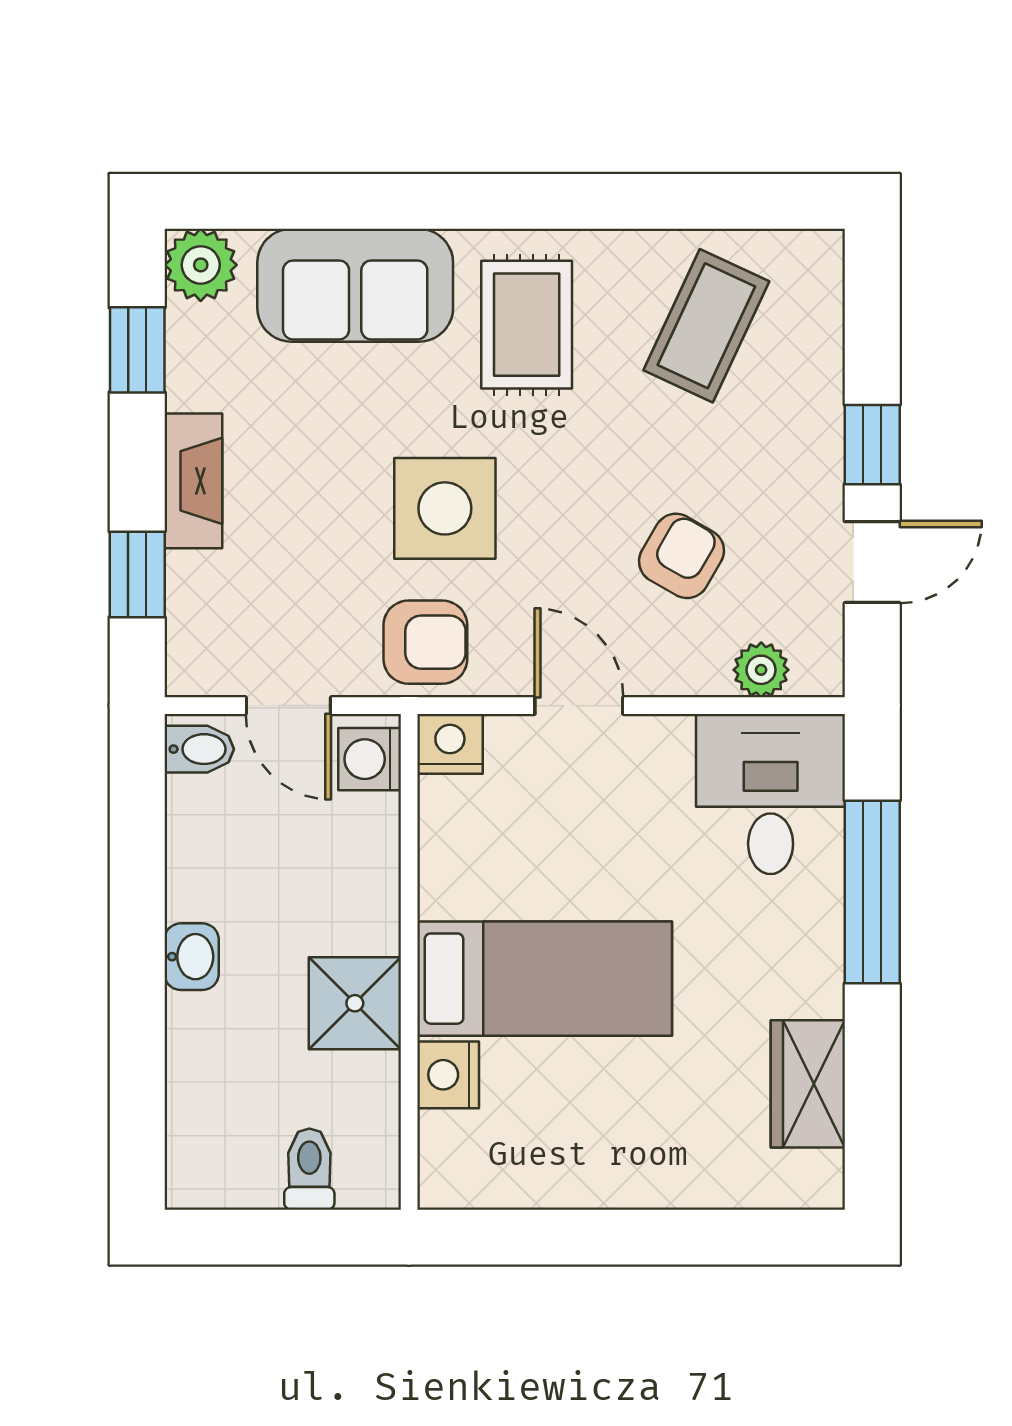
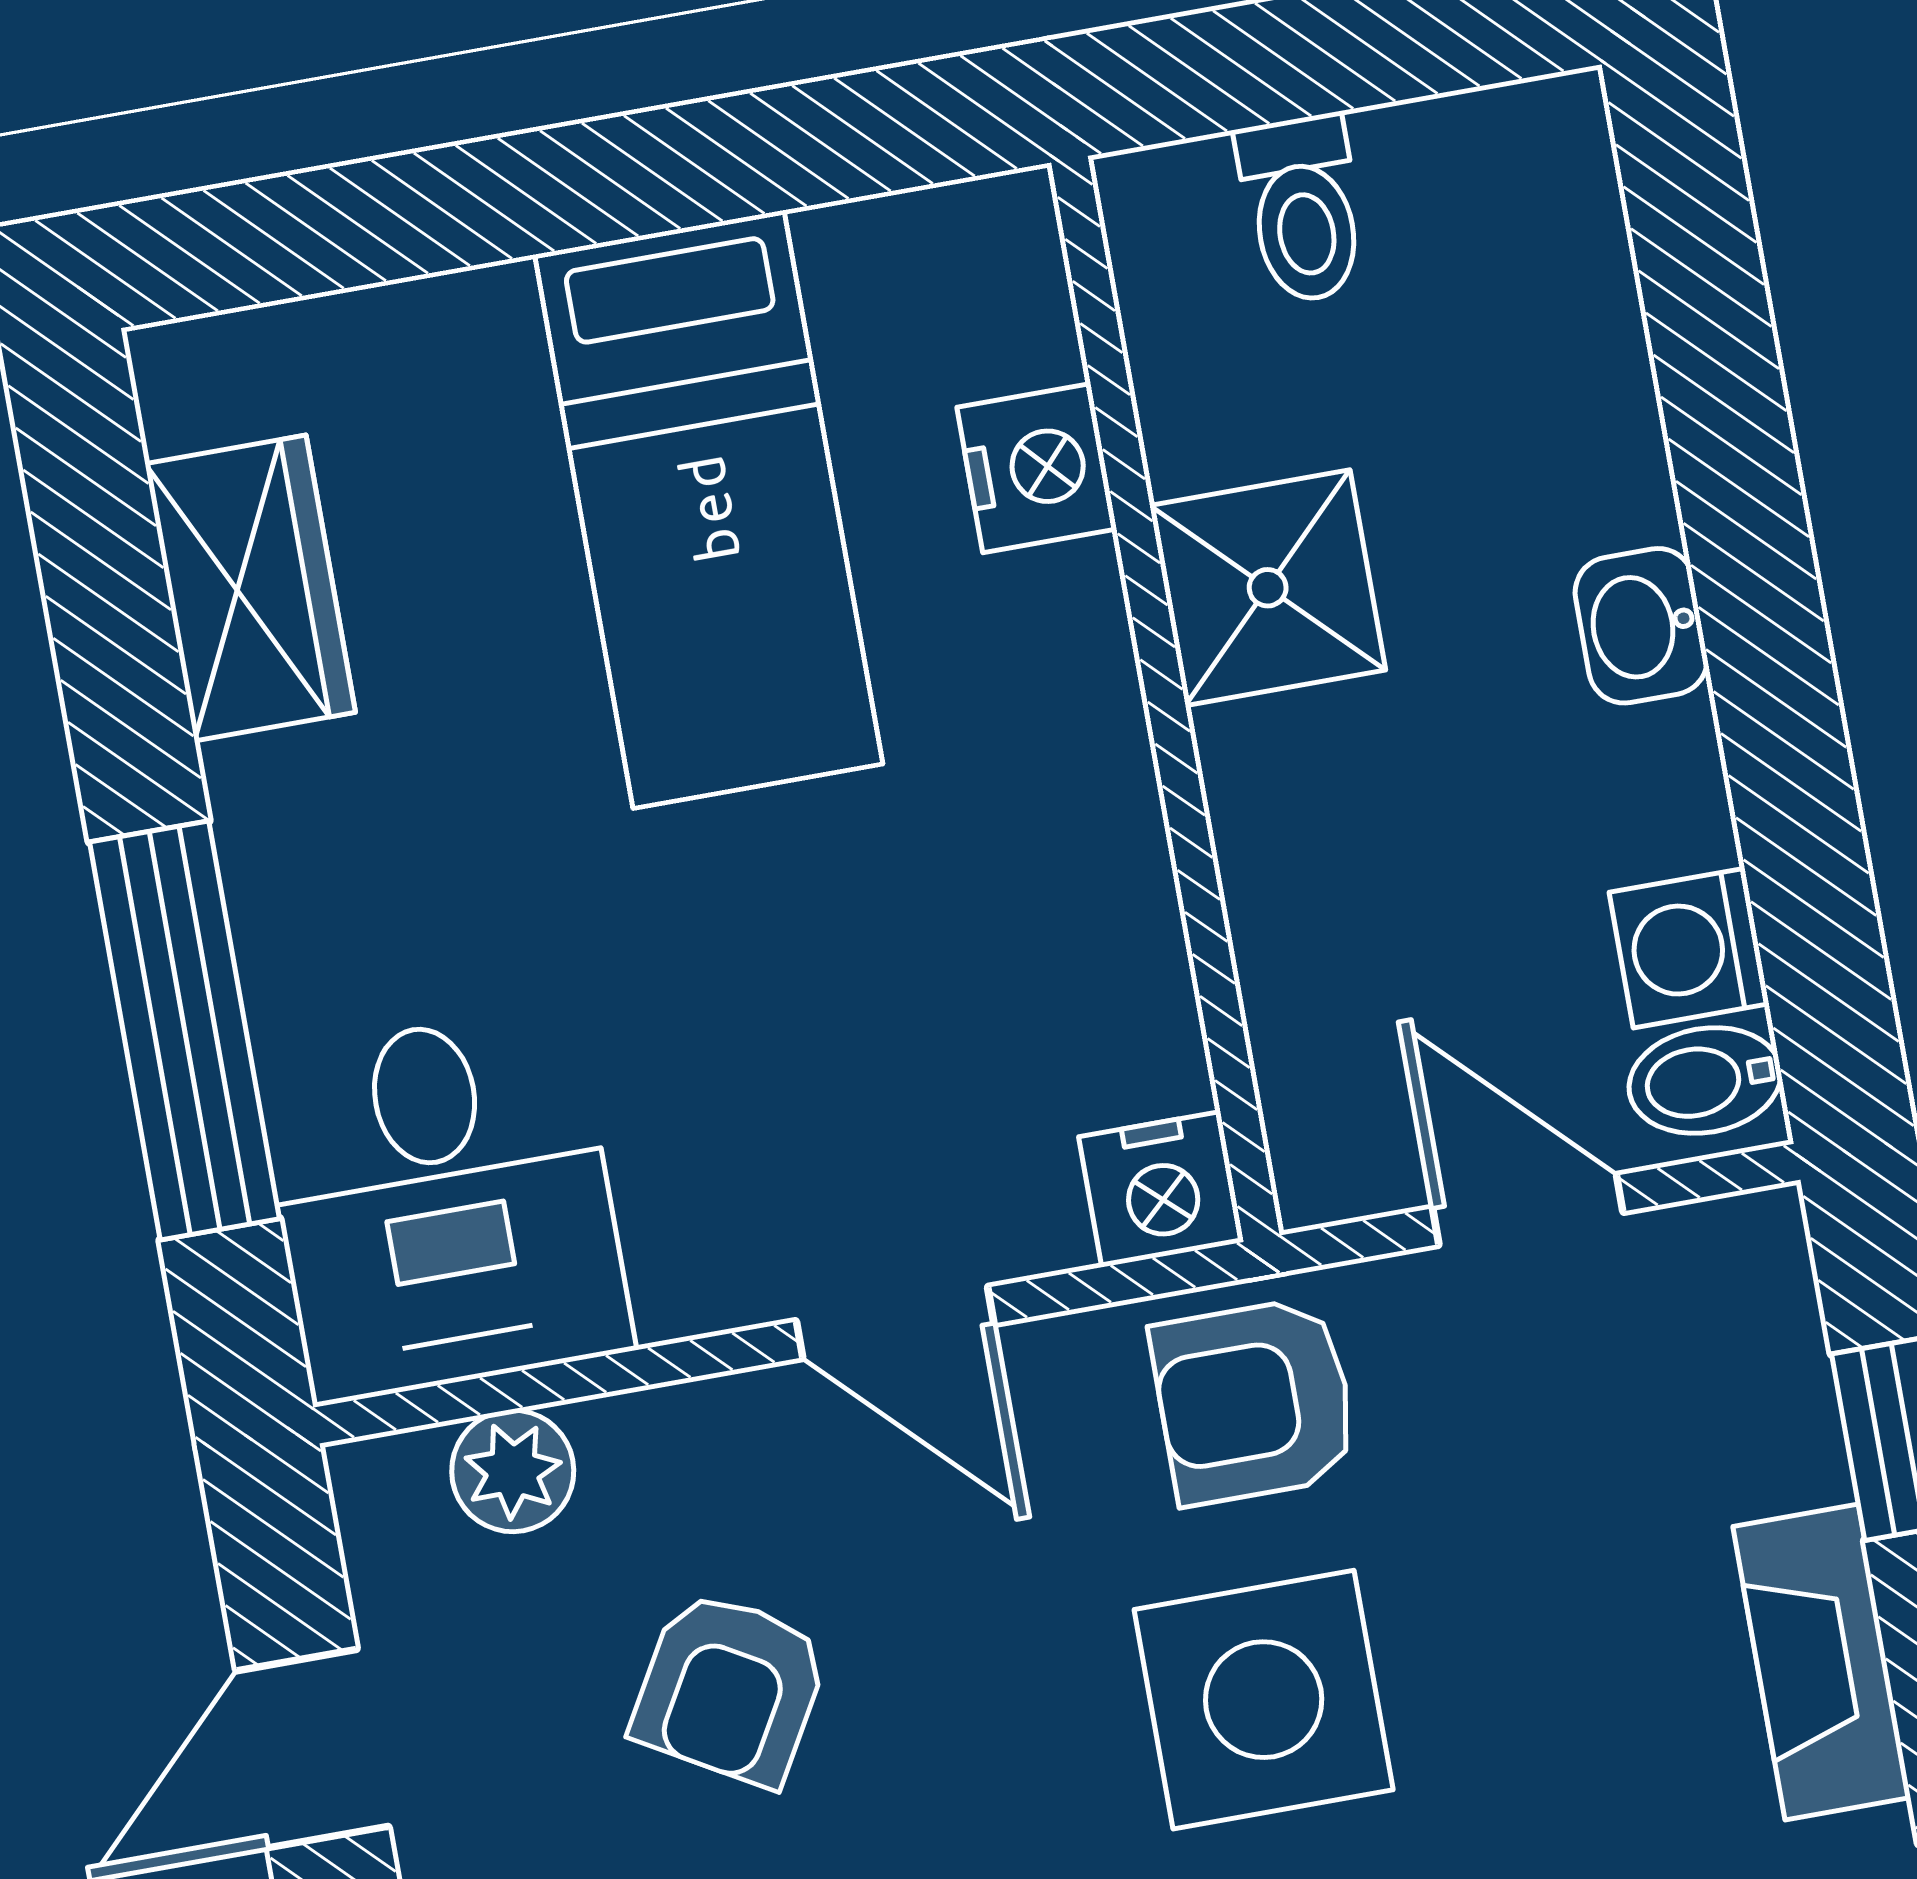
washing machine: (370, 759) -> (1689, 948), moved, turned 180
bed: (545, 979) -> (709, 509), moved, turned -90

